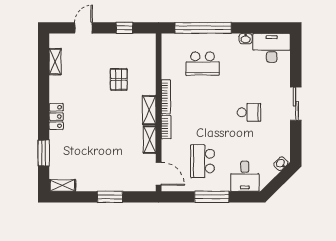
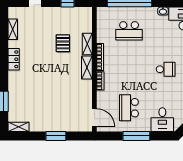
locker: (56, 116) -> (14, 59), moved
shelving: (150, 140) -> (87, 44), moved

